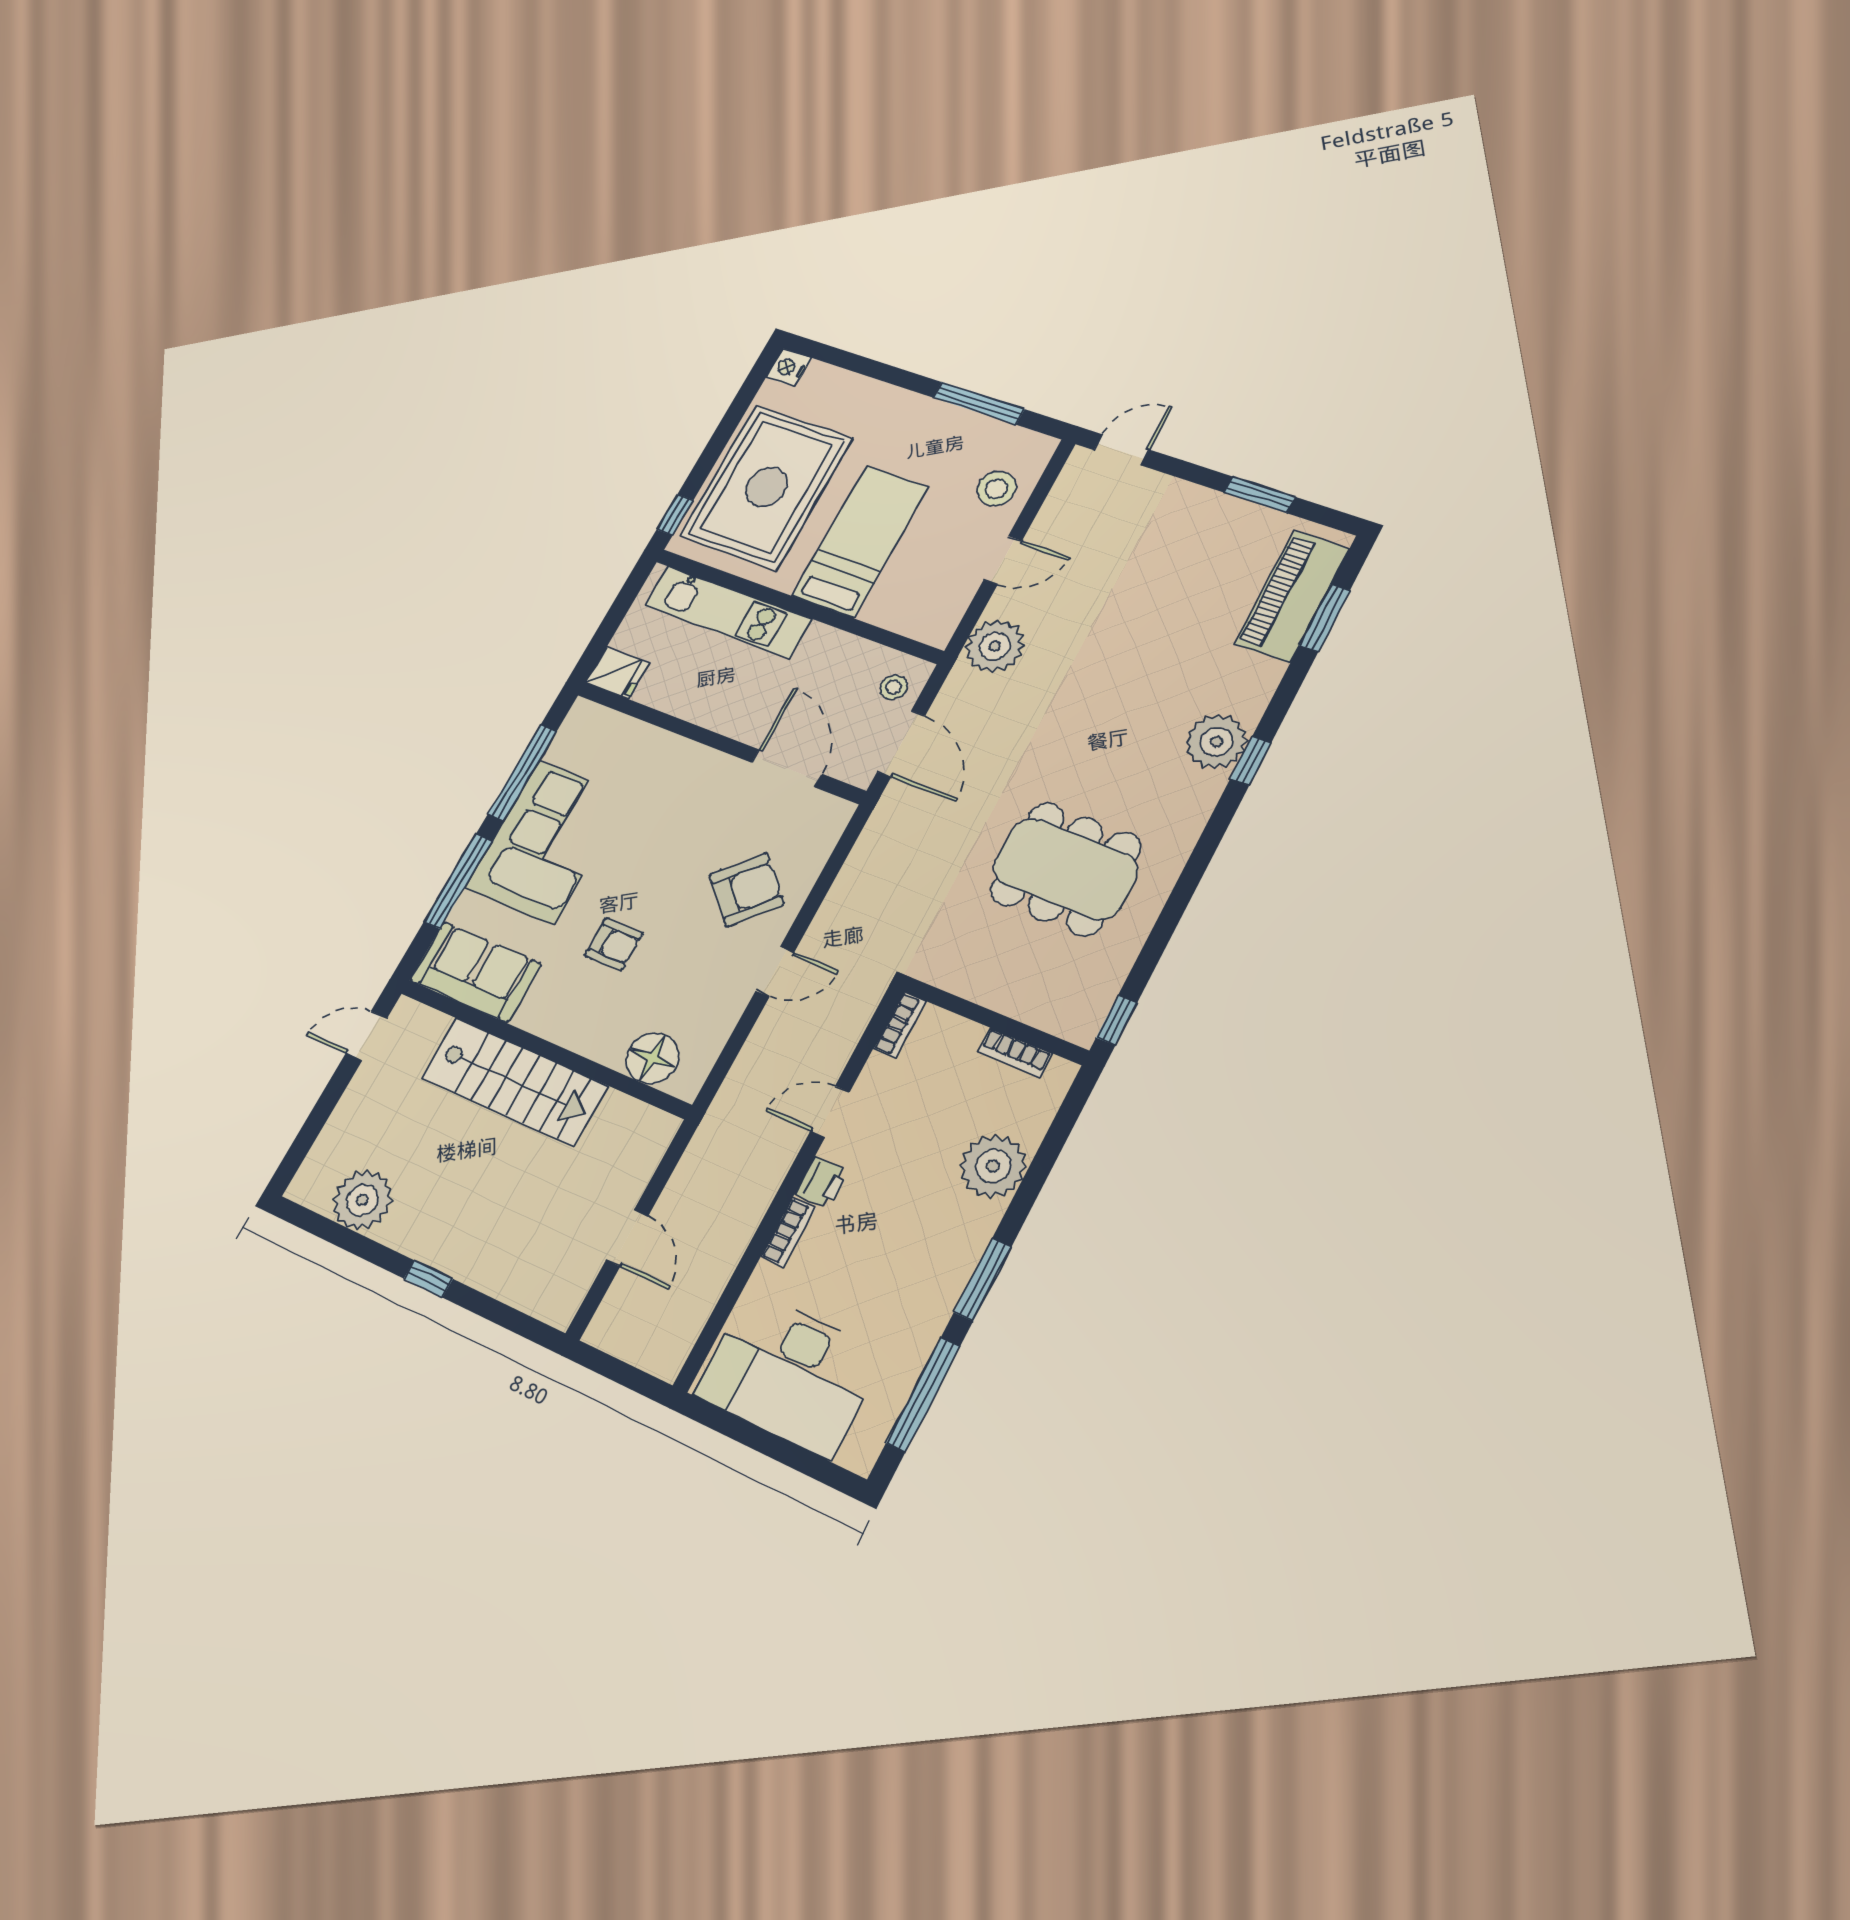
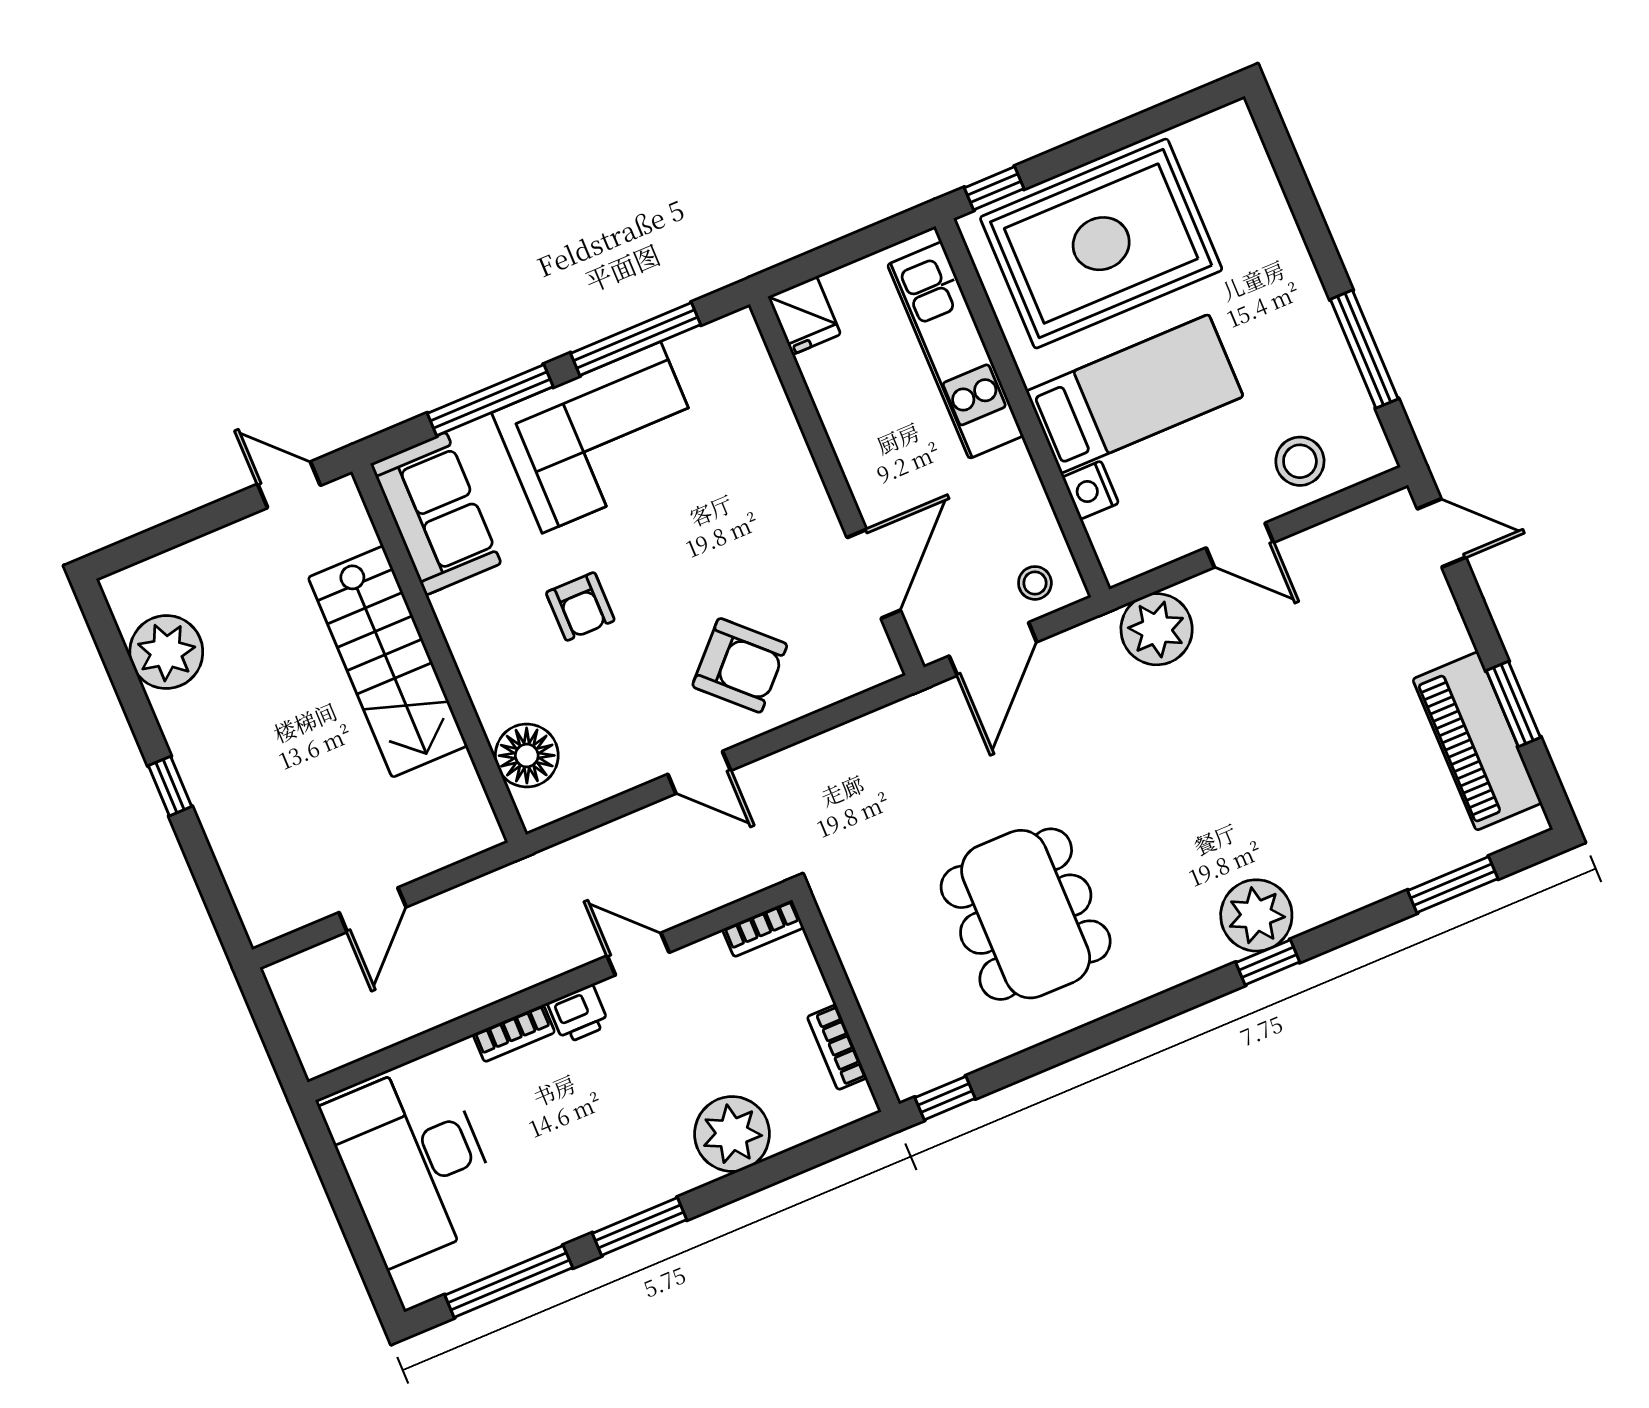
nightstand: (789, 368) -> (1090, 490), moved, turned -90
piano: (1292, 596) -> (1477, 741), moved, turned -90

